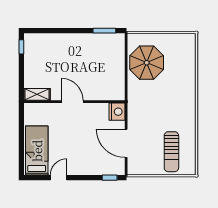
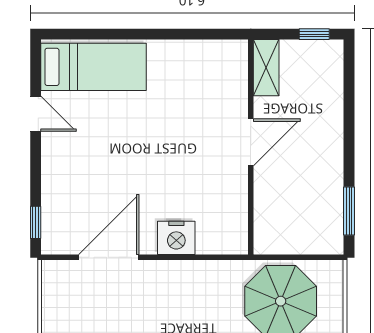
shelving: (37, 94) -> (266, 68), moved
door: (72, 102) -> (251, 142), moved
wall: (74, 102) -> (251, 147), moved

